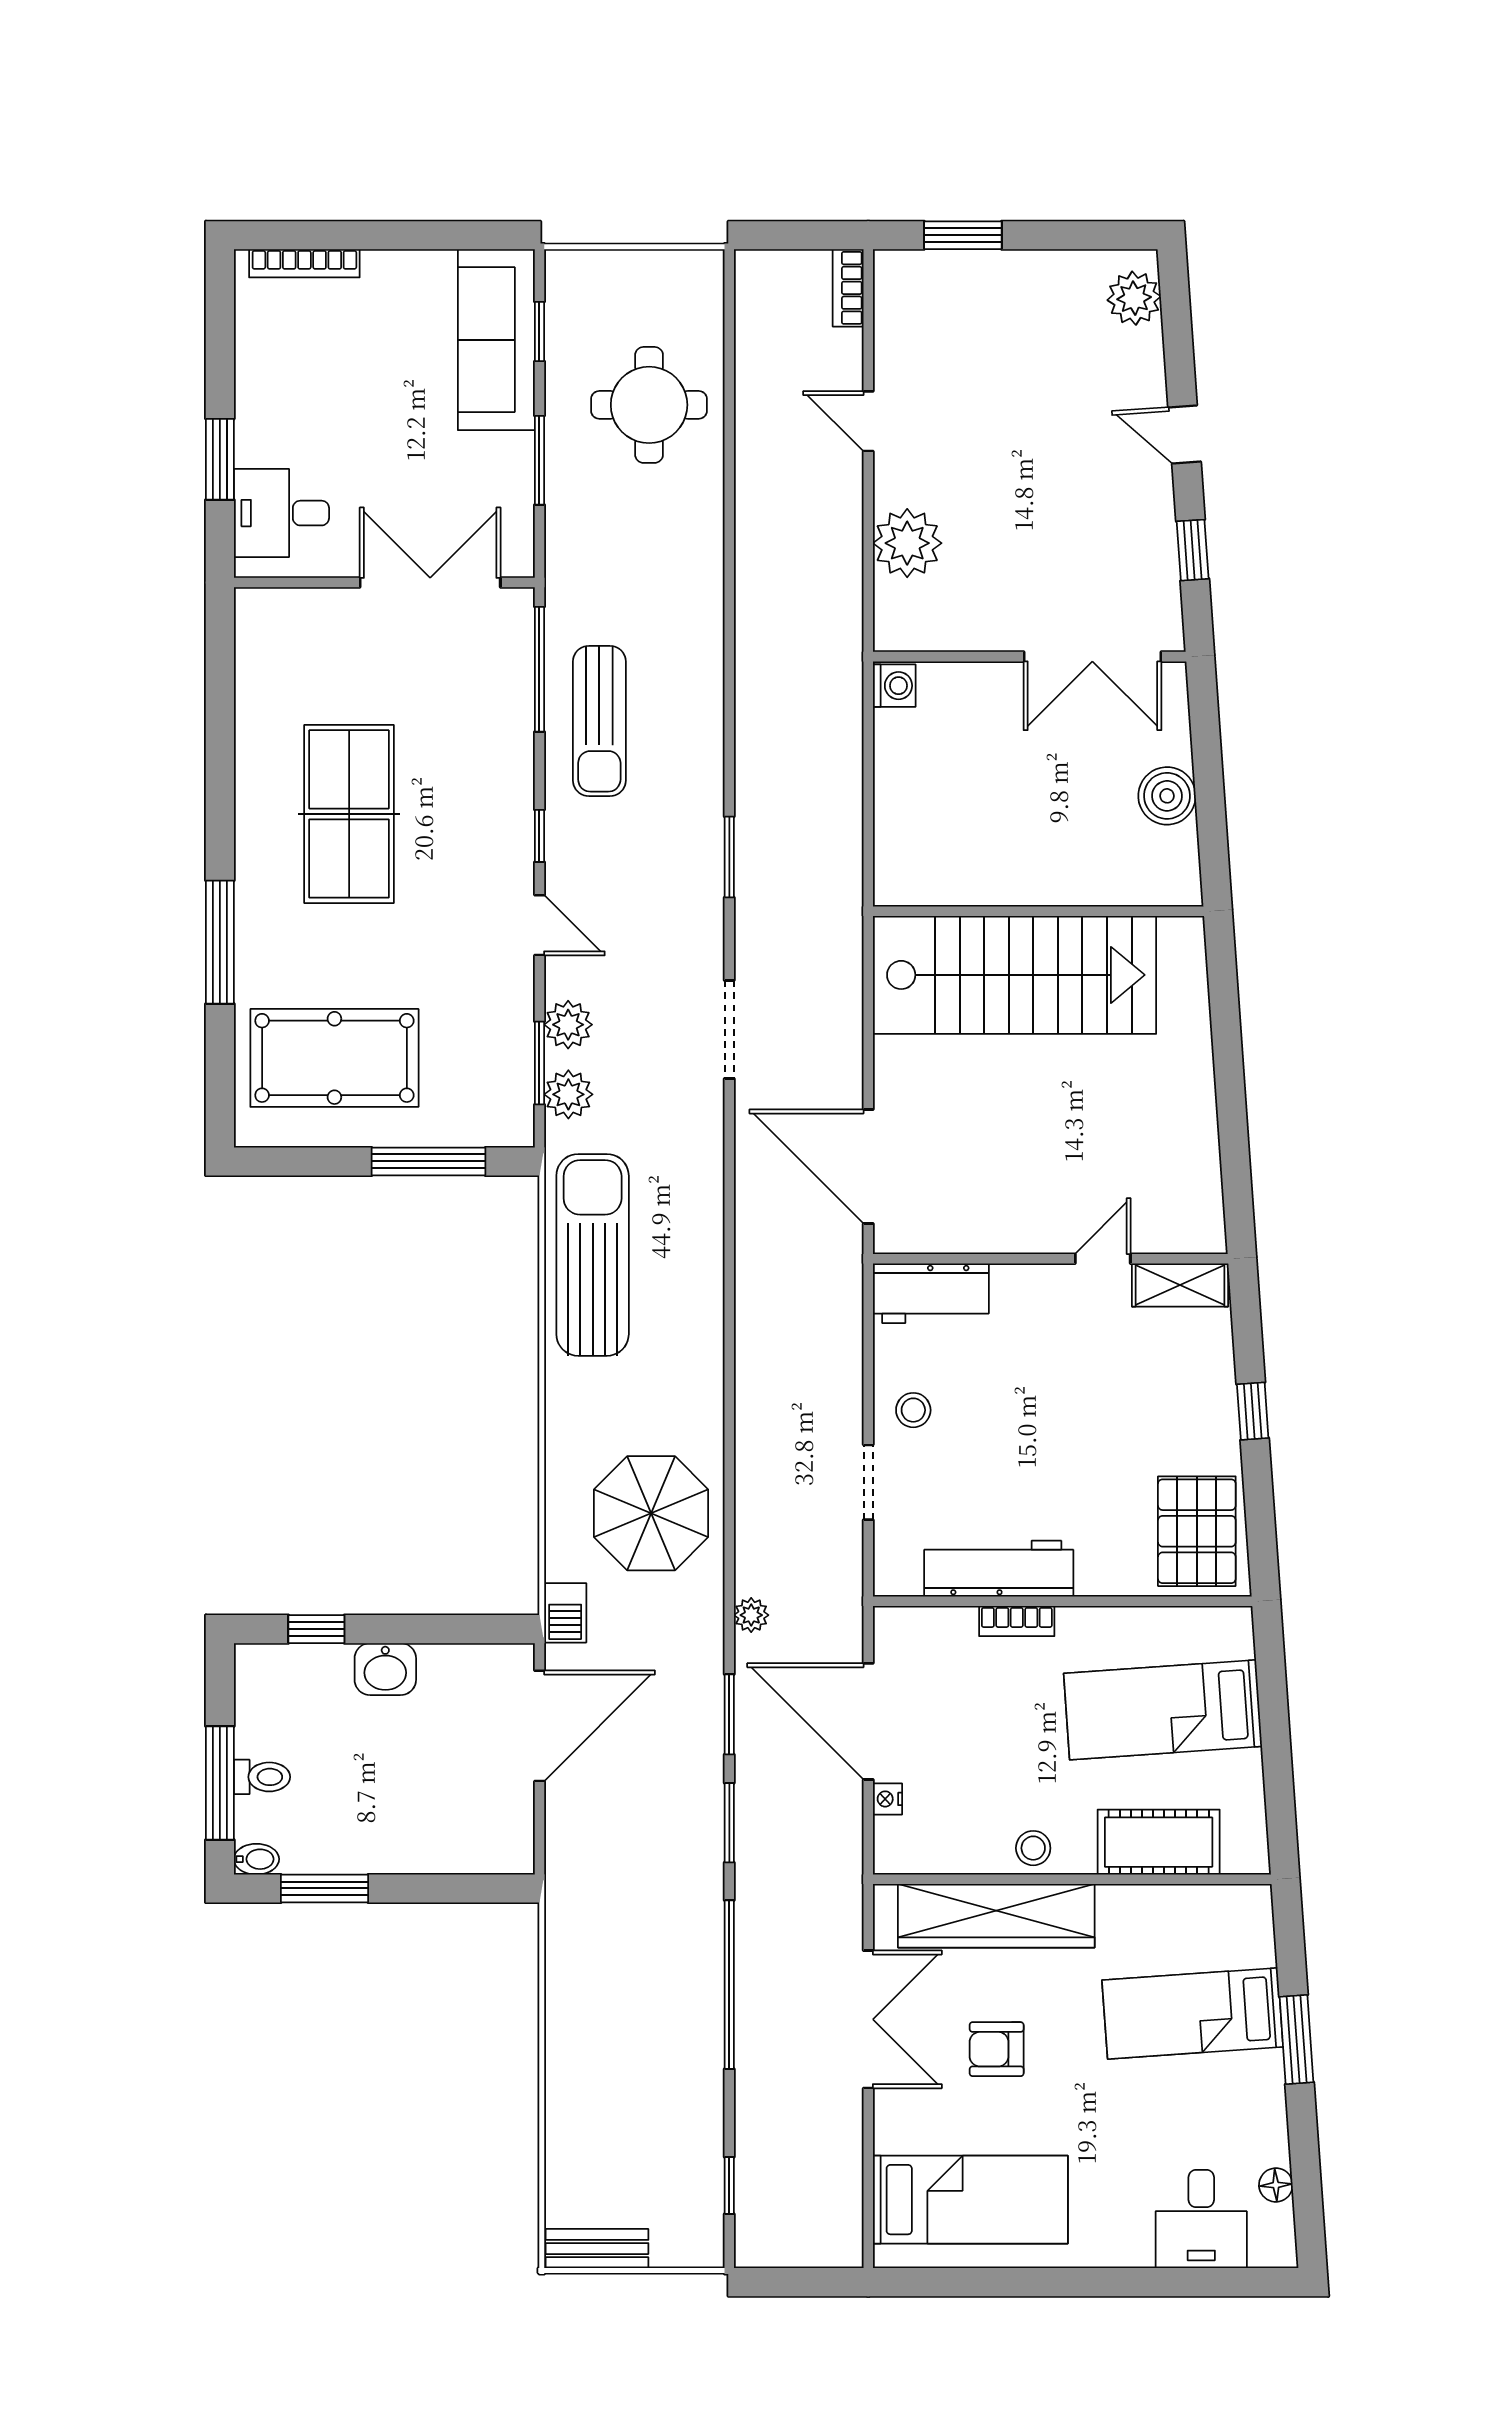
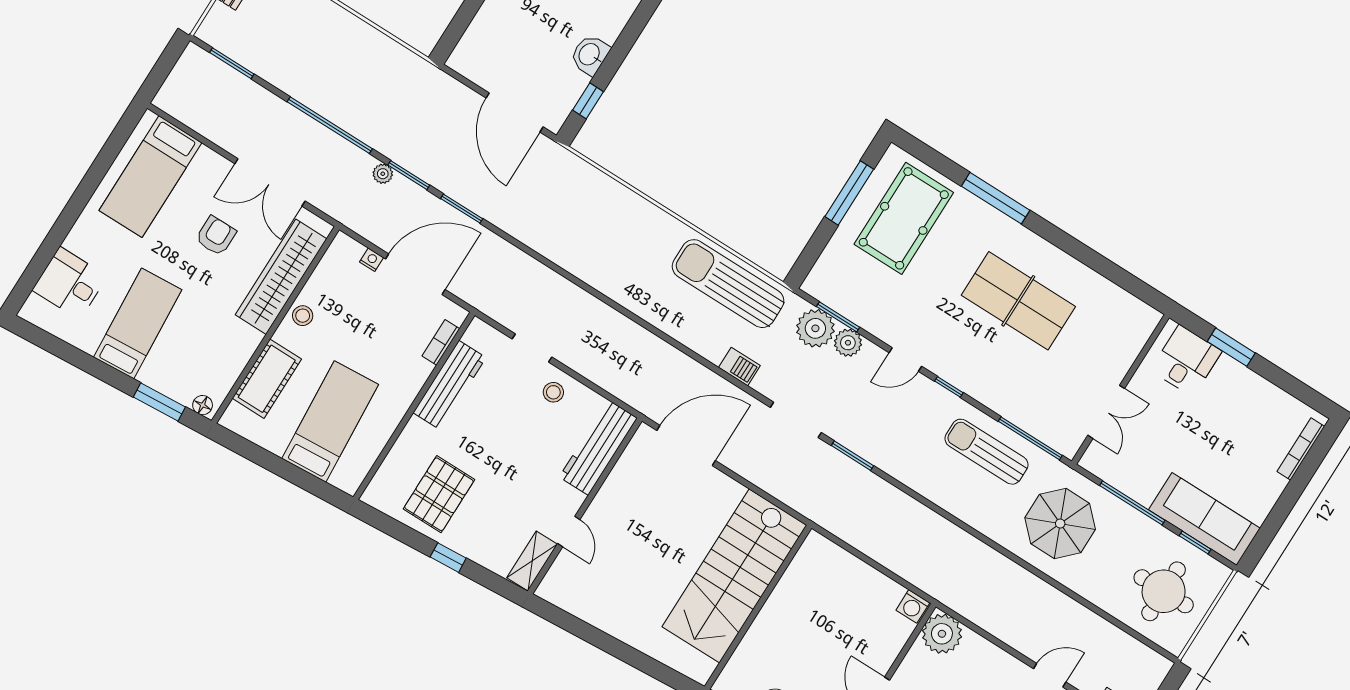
round table: (649, 405) -> (1164, 591), moved
window: (539, 460) -> (1132, 503), width x1.44
plant: (907, 543) -> (942, 634), moved
double door: (430, 583) -> (1106, 412), width x0.73
window: (729, 857) -> (852, 456), moved
plant: (568, 1094) -> (815, 328), width x1.36, depth x1.36
window: (429, 1161) -> (849, 193), moved
sun lounger: (593, 1255) -> (728, 284), turned 180
workbench: (931, 1293) -> (598, 447), width x1.37
parasol: (651, 1513) -> (1060, 524), moved
pallet: (1197, 1531) -> (439, 494), moved, turned 90
barbecue: (565, 1613) -> (739, 367), moved, turned 180
plant: (751, 1615) -> (383, 174), moved
bookcase: (1017, 1621) -> (441, 342), moved
window: (316, 1629) -> (588, 101), moved
bed: (1193, 2013) -> (138, 323), moved
window: (1297, 2039) -> (159, 402), moved
window: (729, 2185) -> (232, 63), width x1.50
floor lamp: (1276, 2185) -> (203, 405), moved

